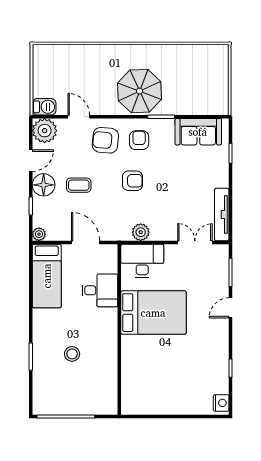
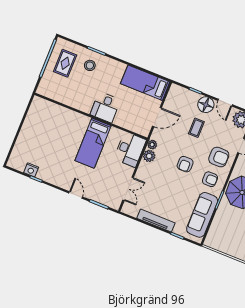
sofa: (198, 132) -> (202, 215), width x1.36
armchair: (105, 140) -> (219, 157), turned 85
tv unit: (222, 214) -> (156, 221), moved
plant: (39, 234) -> (152, 145), moved
desk: (100, 290) -> (105, 107), moved
bed: (153, 313) -> (93, 143), width x0.67
stool: (72, 354) -> (90, 65), moved
rug: (63, 391) -> (65, 63), added
nightstand: (221, 403) -> (31, 170), moved

